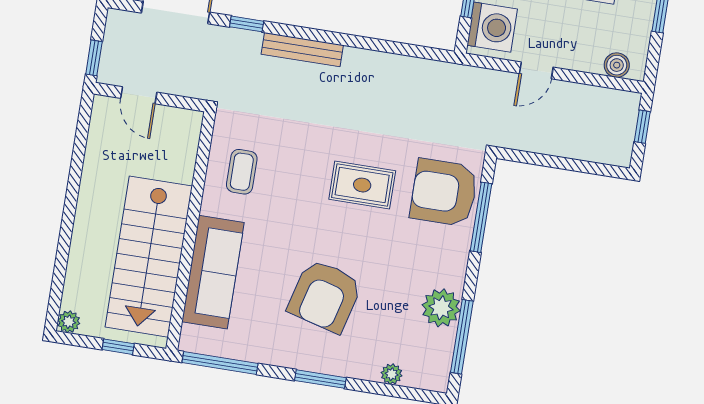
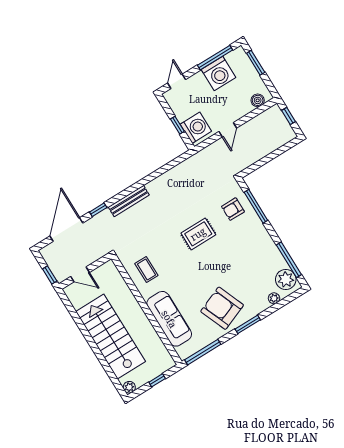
armchair: (444, 192) -> (233, 209), width x0.53, depth x0.53
stairs: (149, 257) -> (111, 337), moved, turned 180
armchair: (325, 296) -> (222, 308), moved, turned 143
plant: (441, 308) -> (286, 279), moved

